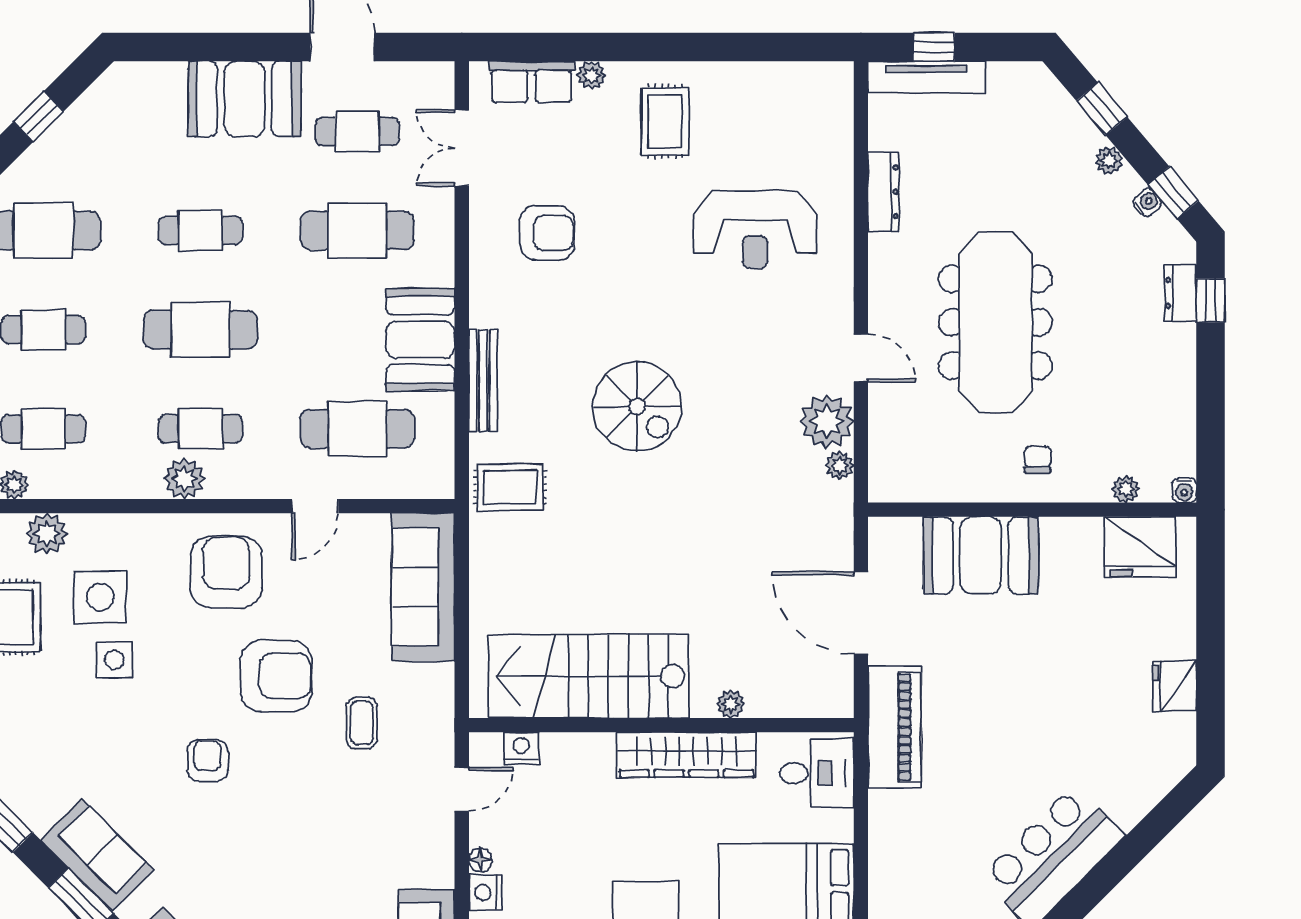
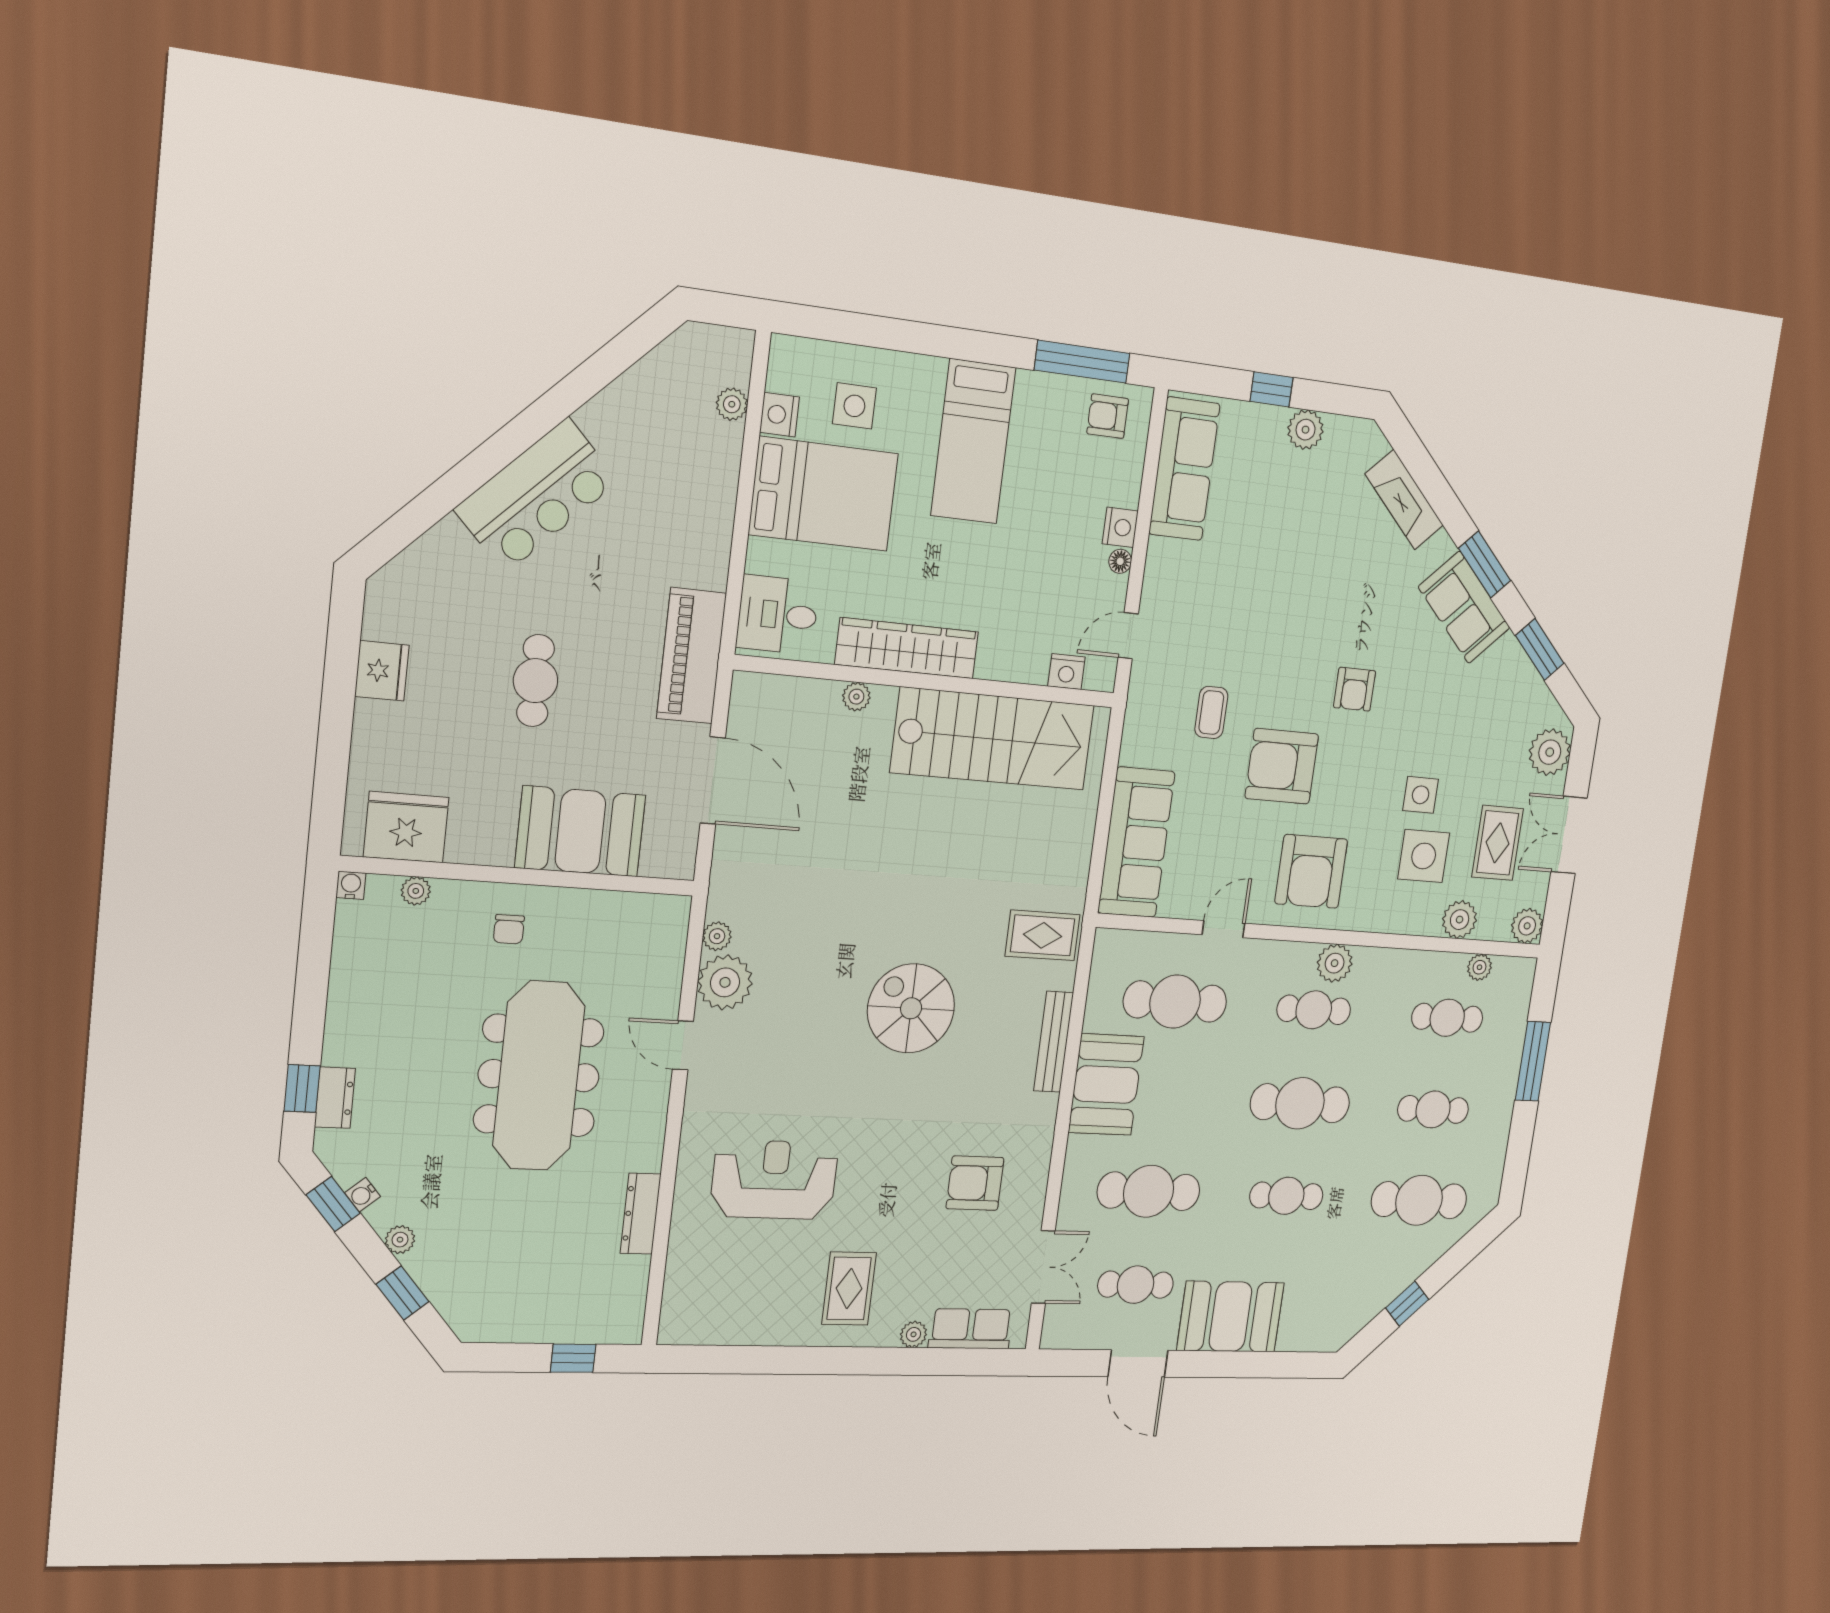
tv unit: (926, 77) -> (584, 1328), removed
cafe table: (1037, 690) -> (536, 681), added

